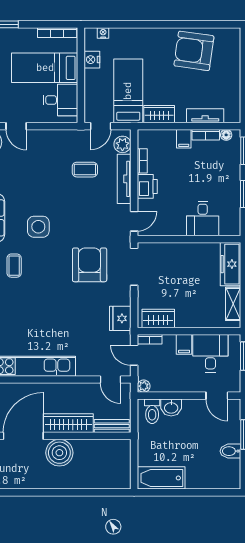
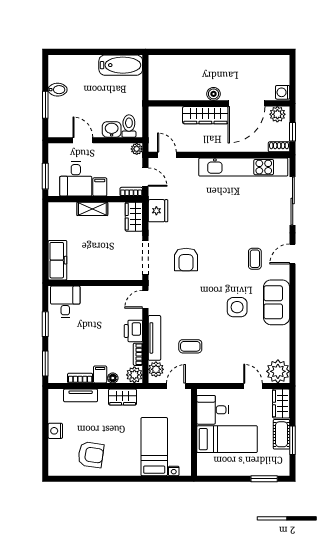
bookcase: (57, 33) -> (216, 471), removed
armchair: (194, 51) -> (91, 455), width x0.73, depth x0.73
nightstand: (92, 60) -> (55, 431), moved, turned 180
bed: (128, 91) -> (154, 447), moved, turned 180
floor lamp: (226, 135) -> (113, 378), moved
plant: (146, 138) -> (134, 375), added
desk: (203, 219) -> (65, 302), moved
side table: (38, 227) -> (237, 307), moved
armchair: (90, 265) -> (186, 259), width x0.73, depth x0.73
shelving: (233, 304) -> (92, 209), moved, turned 90
wardrobe: (158, 319) -> (134, 217), moved, turned 90
door: (217, 396) -> (83, 140), moved
bench: (112, 426) -> (166, 112), removed
boiler: (59, 453) -> (214, 94), width x0.54, depth x0.54

